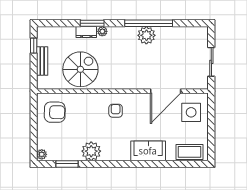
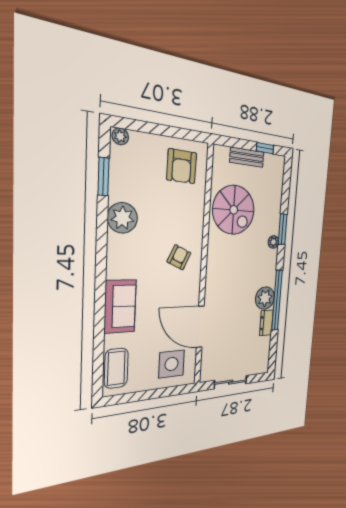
dresser: (86, 32) -> (266, 323), moved
armchair: (116, 111) -> (179, 257), turned -65

